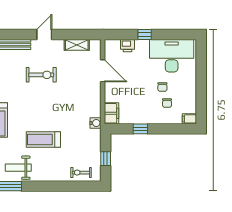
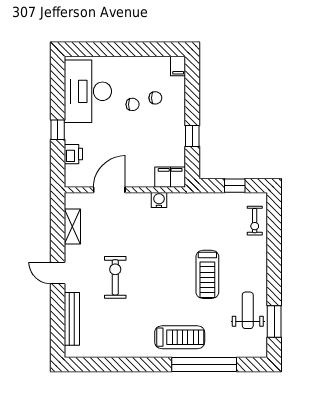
water cooler: (95, 123) -> (159, 200), moved
weight bench: (18, 168) -> (248, 310), turned 180

